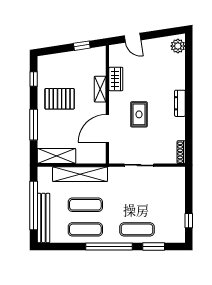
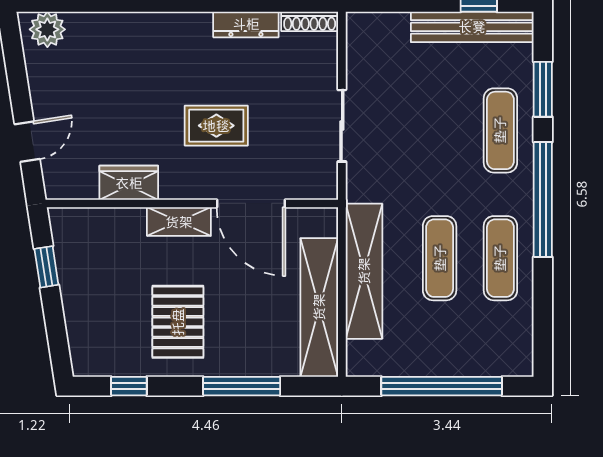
shelving: (100, 89) -> (179, 222), moved
dresser: (180, 103) -> (246, 24), moved
shelving: (56, 156) -> (319, 307), width x1.47
bench: (43, 218) -> (472, 27), moved

